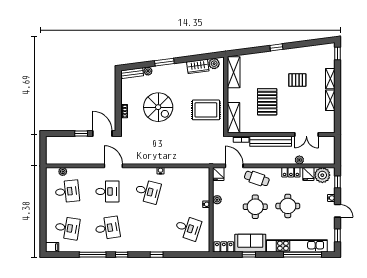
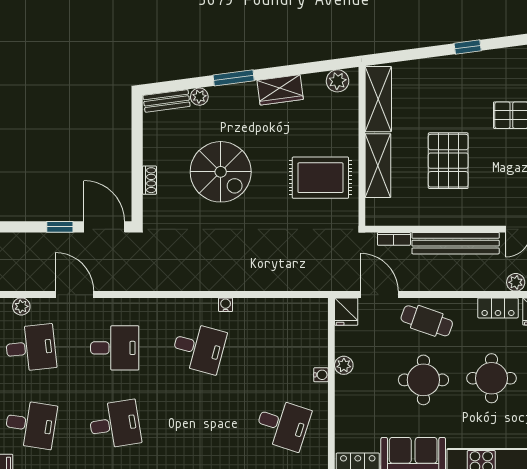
wardrobe: (198, 66) -> (280, 90), moved
shelving: (233, 118) -> (378, 166), moved
door: (113, 166) -> (75, 295), moved

